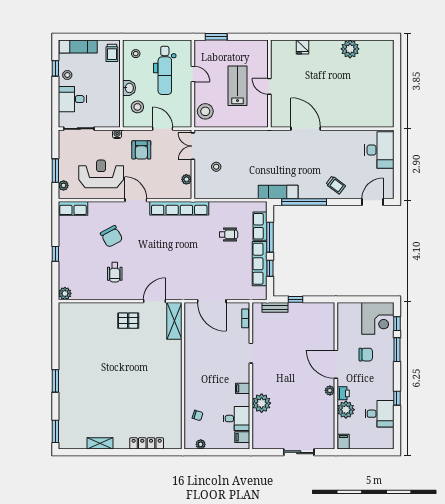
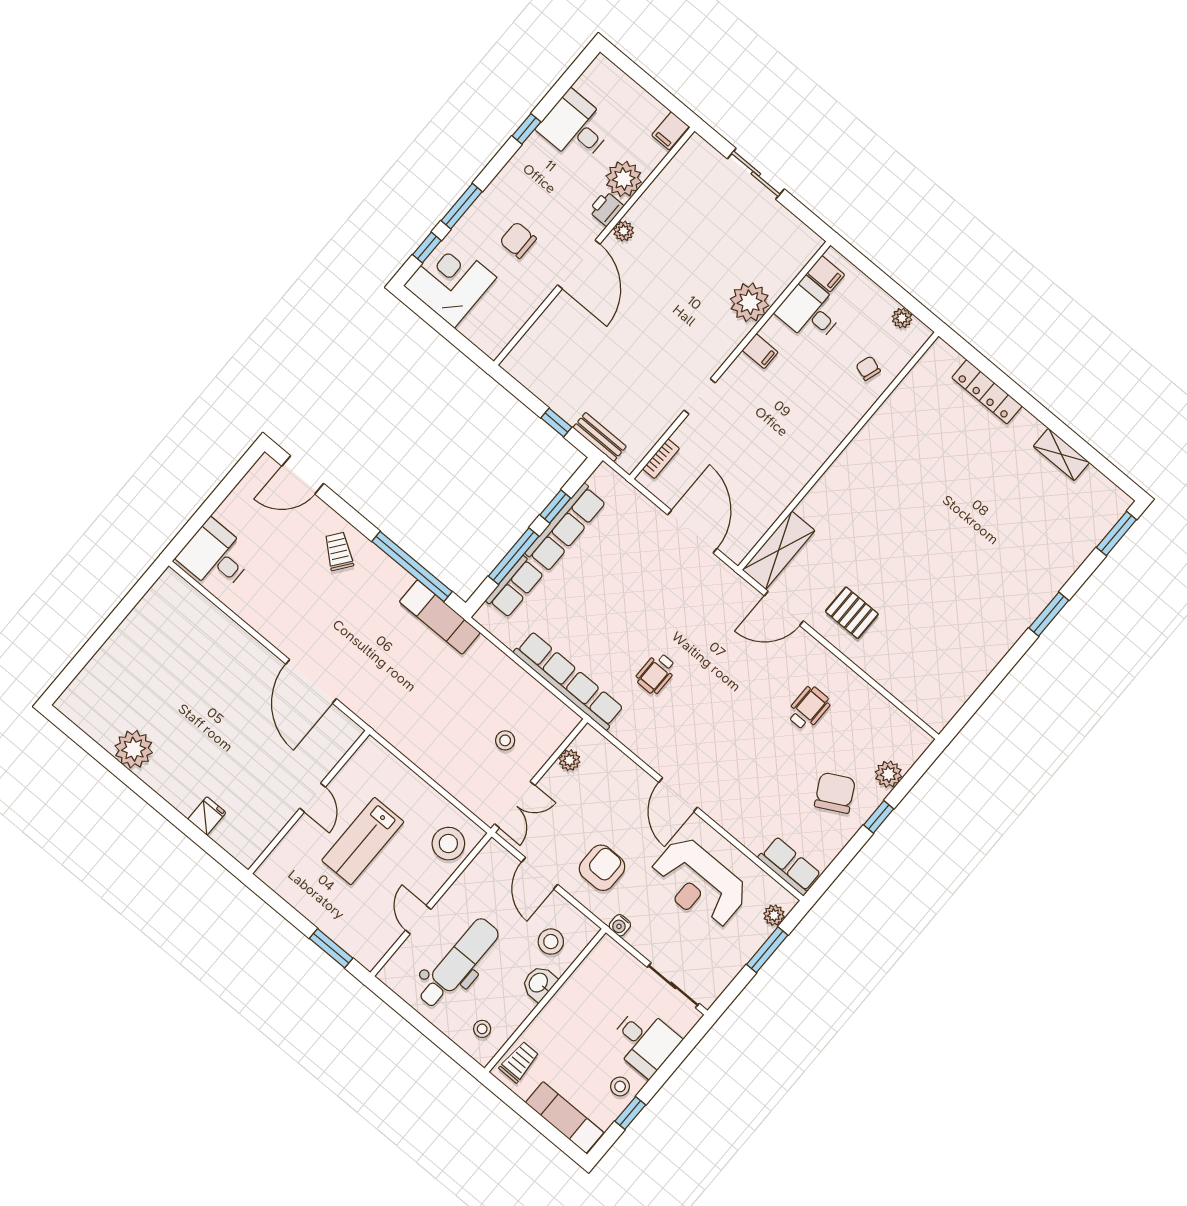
desk: (379, 150) -> (215, 557), width x0.73
row of seats: (179, 208) -> (569, 681), moved
wheelchair: (229, 234) -> (656, 673), moved, turned -90
chair: (112, 236) -> (835, 793), moved
plant: (65, 293) -> (888, 774), moved

